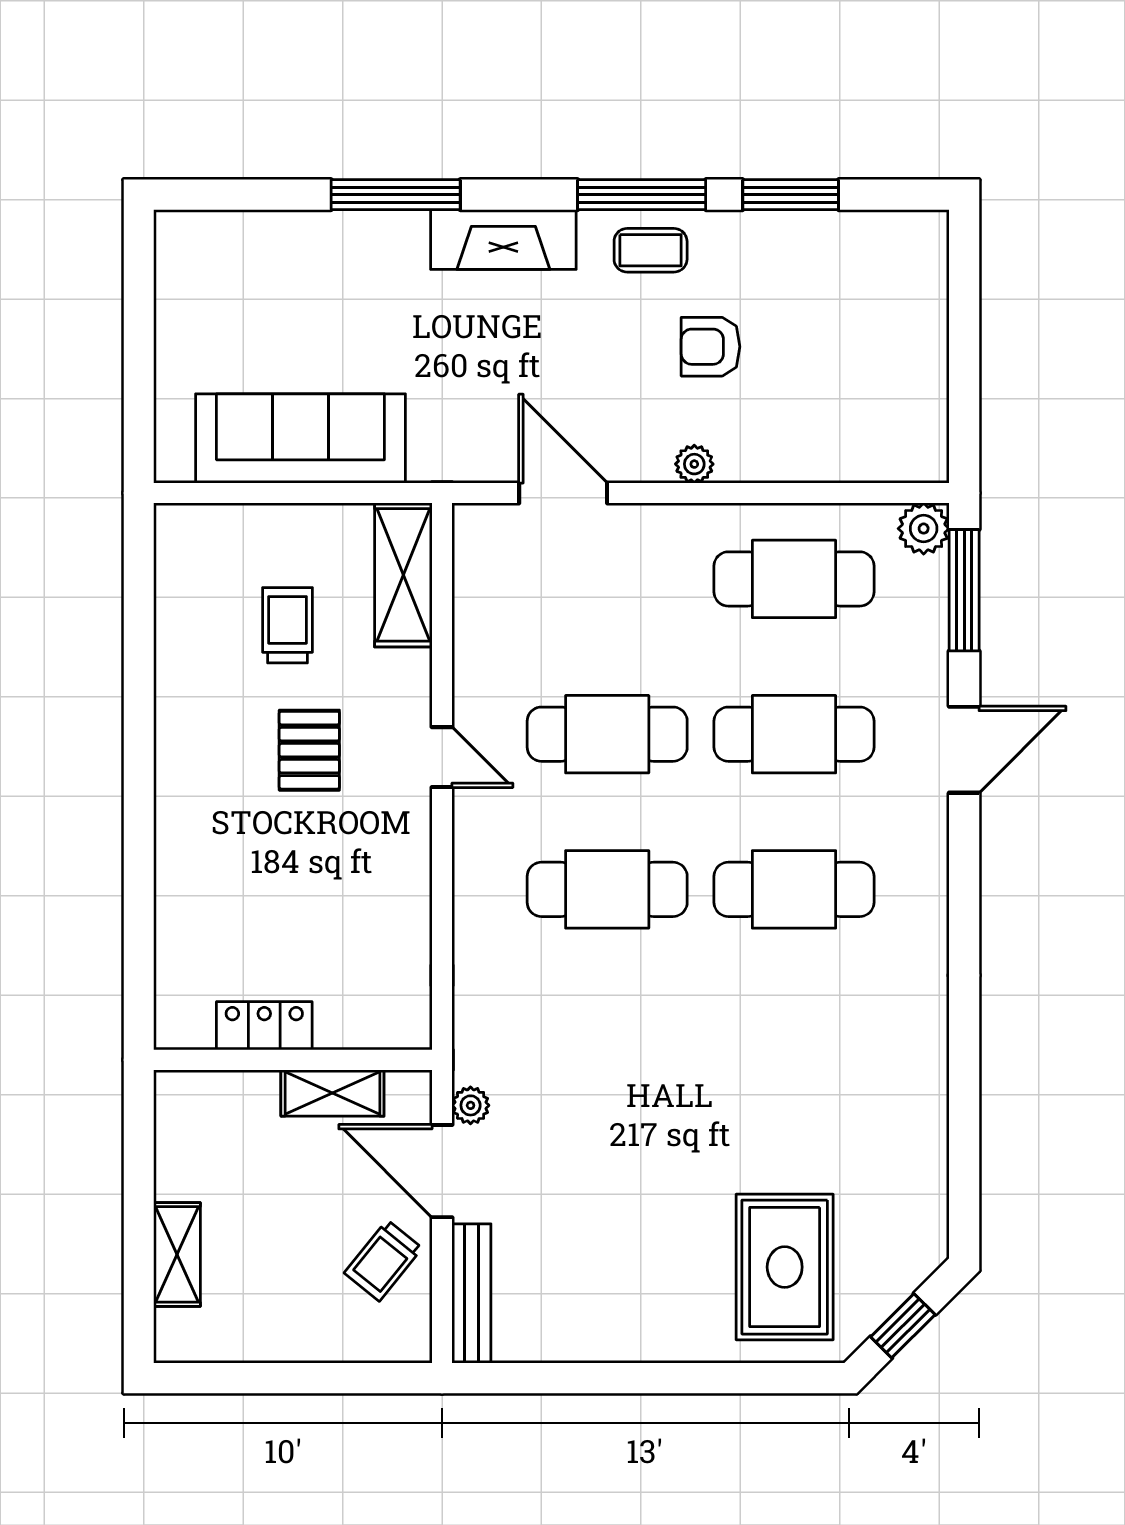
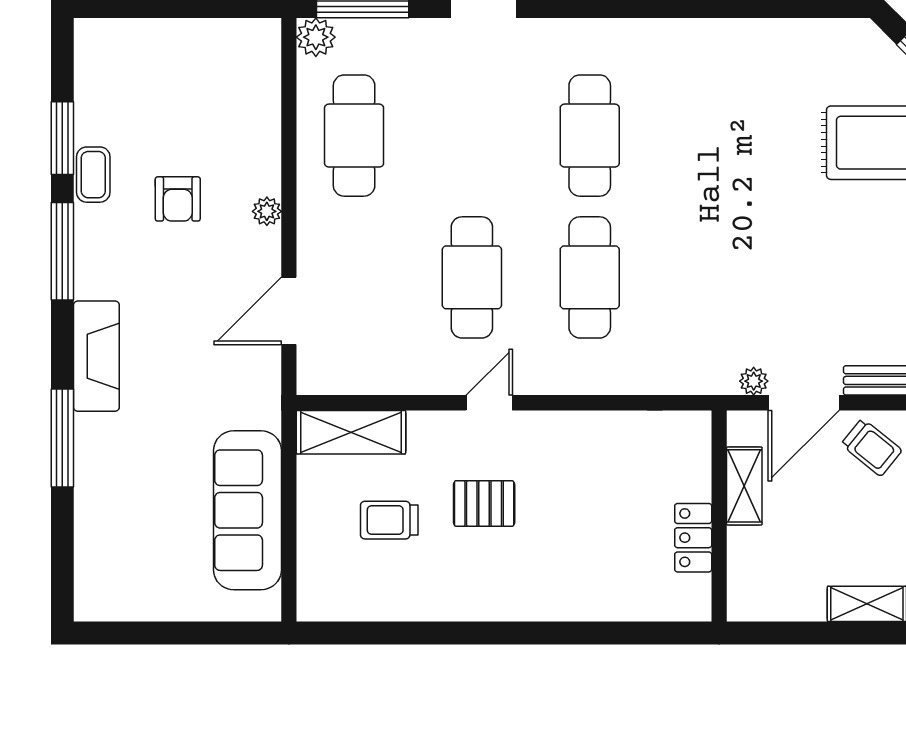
coffee table: (651, 250) -> (93, 175), moved
cafe table: (794, 734) -> (472, 136), removed

